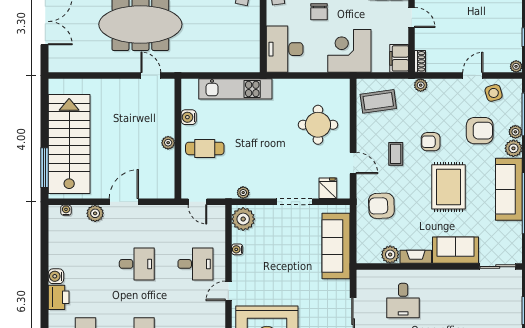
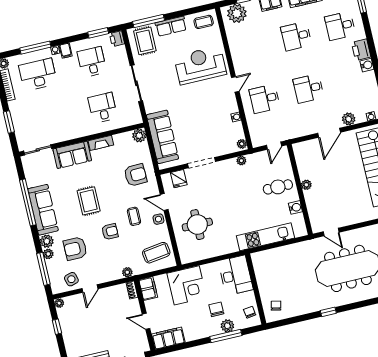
side table: (366, 143) -> (158, 219), added
rug: (449, 187) -> (89, 201), width x0.73, depth x0.70
door: (197, 202) -> (274, 146), swing flipped
plant: (243, 219) -> (242, 144), width x0.53, depth x0.53
plant: (390, 255) -> (139, 136), moved

